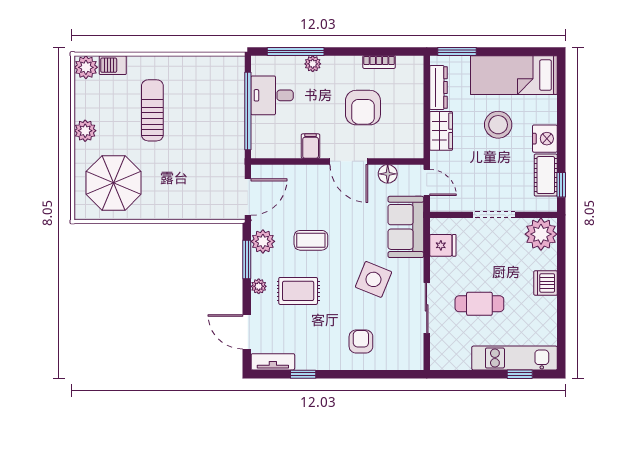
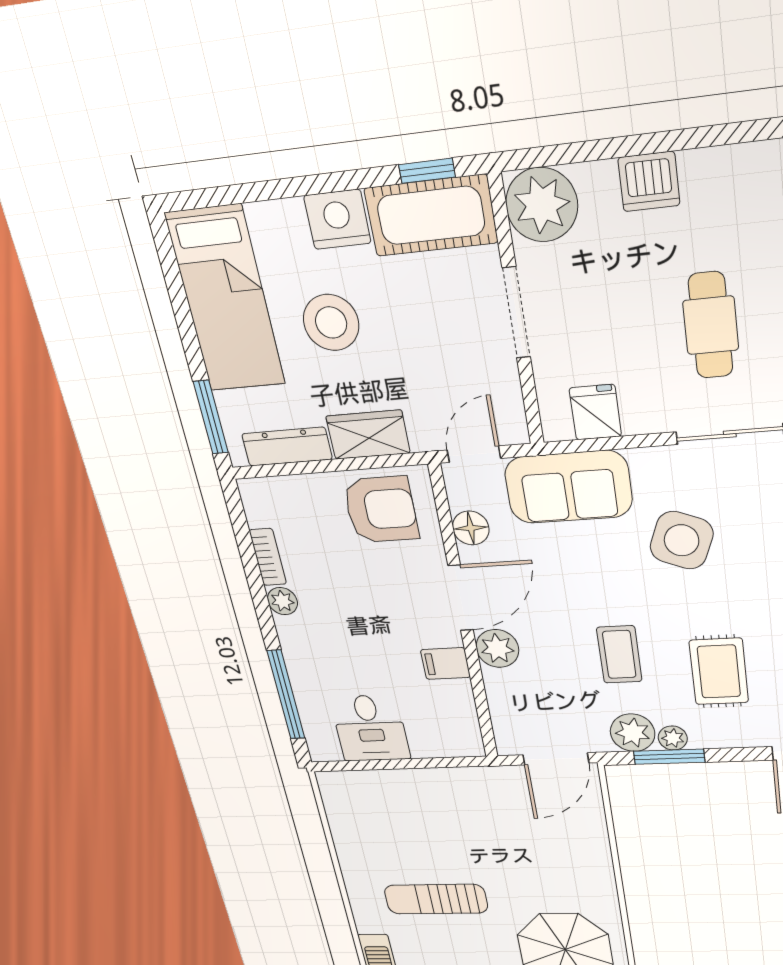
plant: (313, 64) -> (282, 601), moved
armchair: (363, 108) -> (381, 510), moved
window: (248, 111) -> (406, 764), removed
cot: (546, 175) -> (431, 216), width x1.37, depth x1.34
plant: (318, 176) -> (497, 648), added
door: (248, 197) -> (556, 759), swing flipped
plant: (259, 286) -> (673, 738), moved

